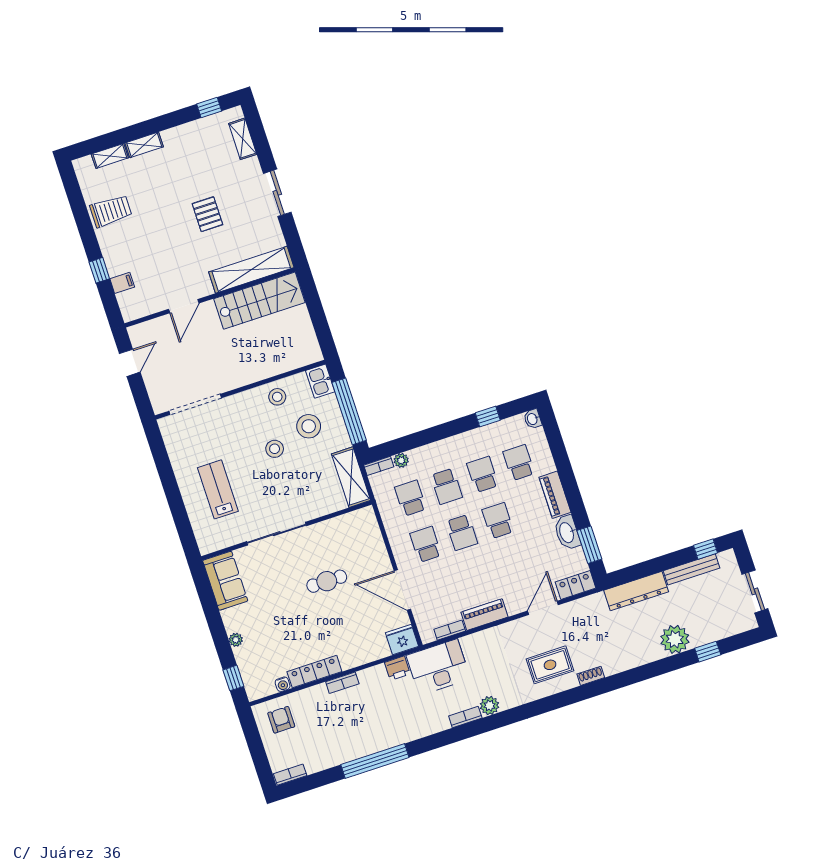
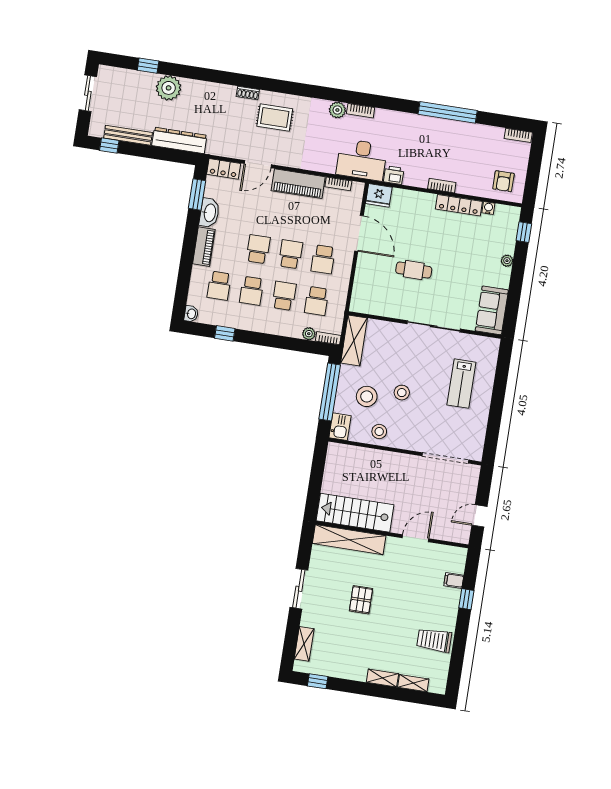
school desk: (498, 521) -> (258, 249), turned 180
piano: (485, 615) -> (298, 184), width x1.37, depth x1.33

